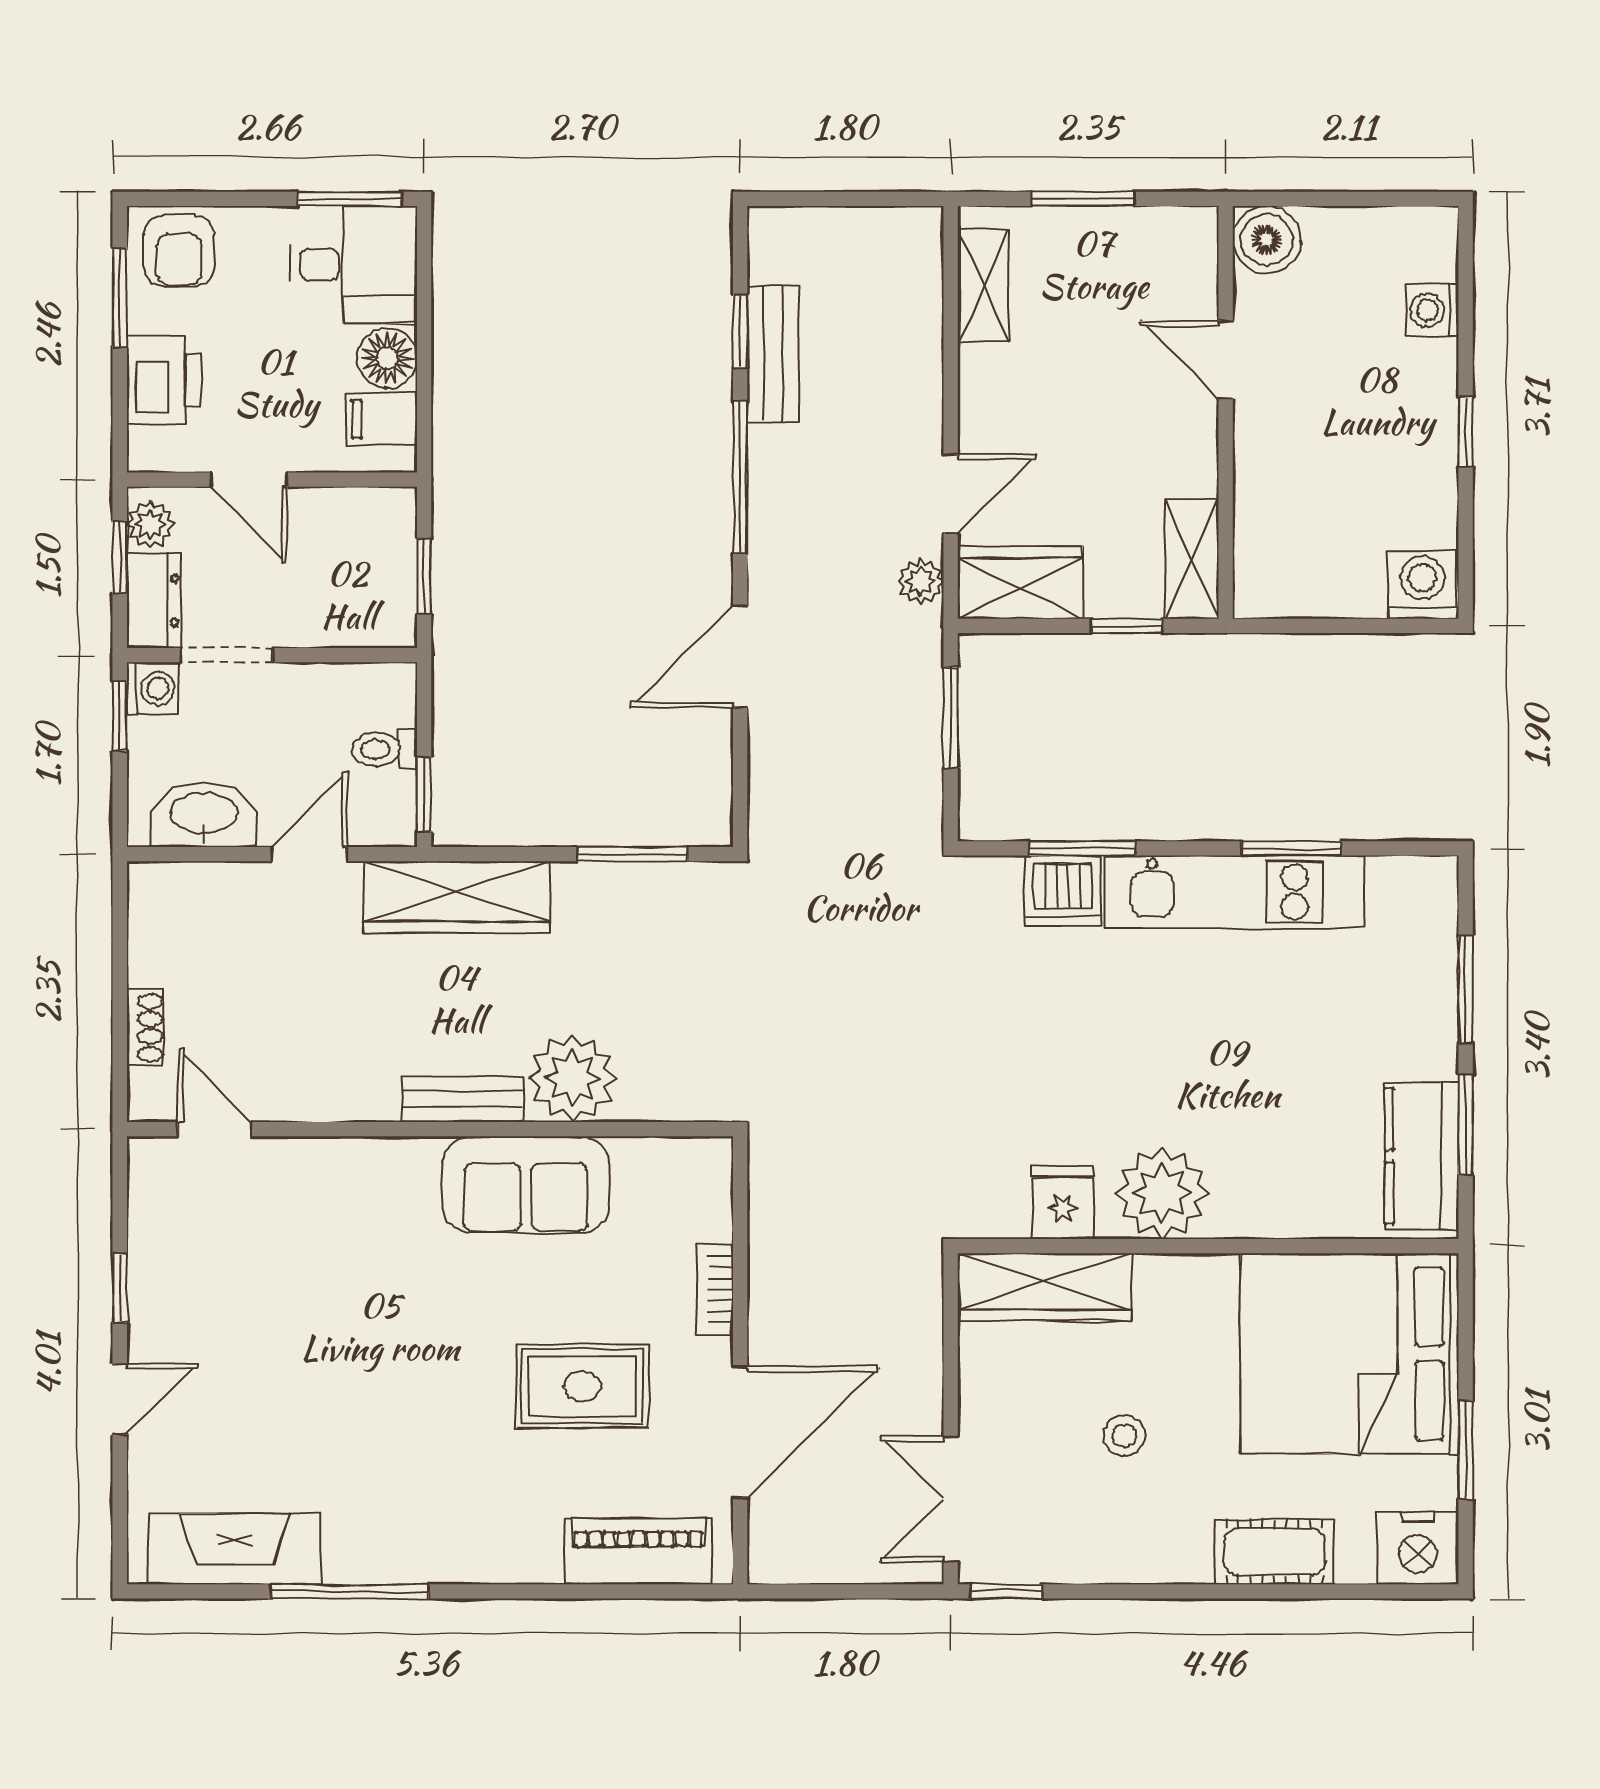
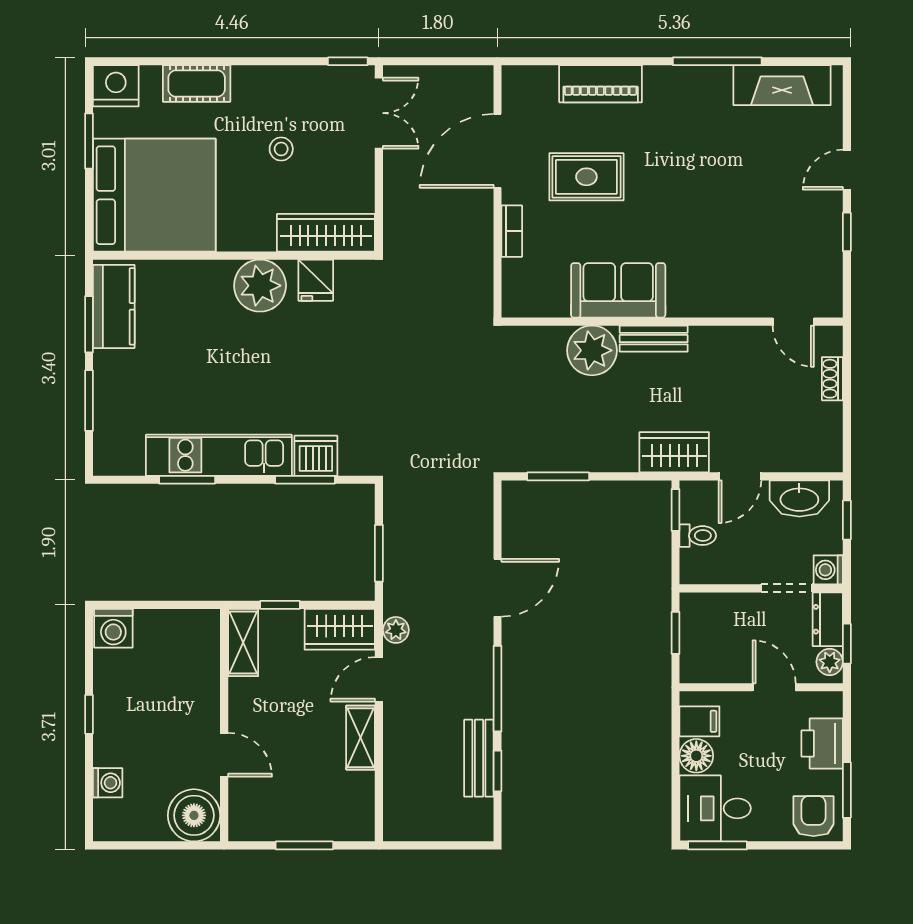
boiler: (1267, 240) -> (194, 815), width x1.37, depth x1.37
shelving: (983, 286) -> (361, 738), moved
window: (120, 716) -> (847, 520), moved
wardrobe: (457, 897) -> (674, 452), width x0.67
piano: (638, 1552) -> (601, 84), moved

